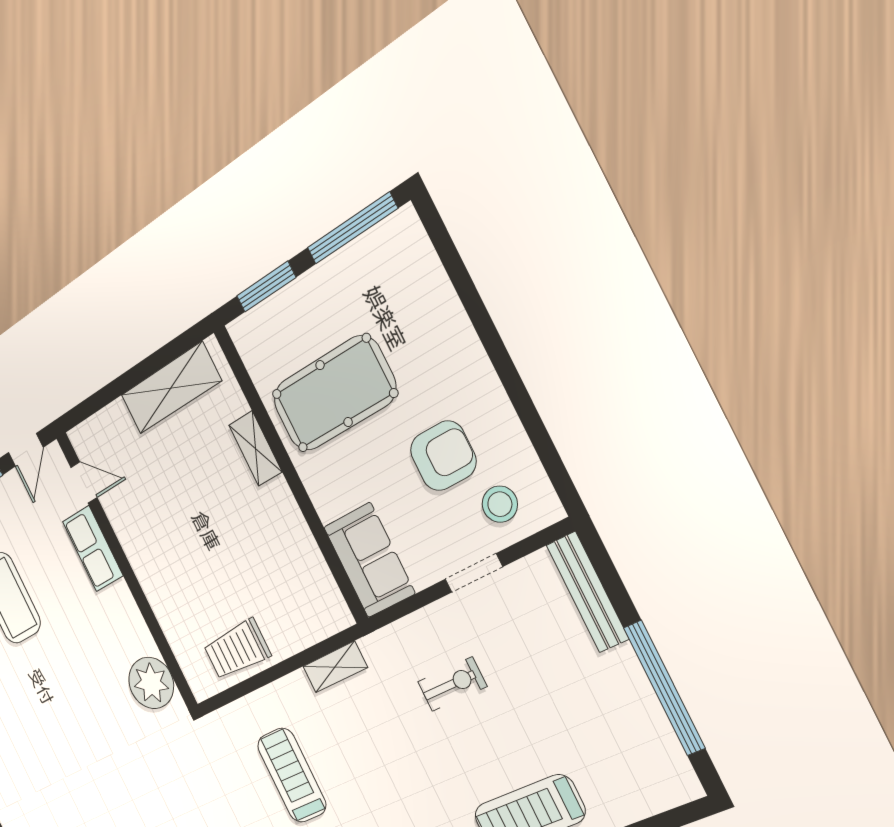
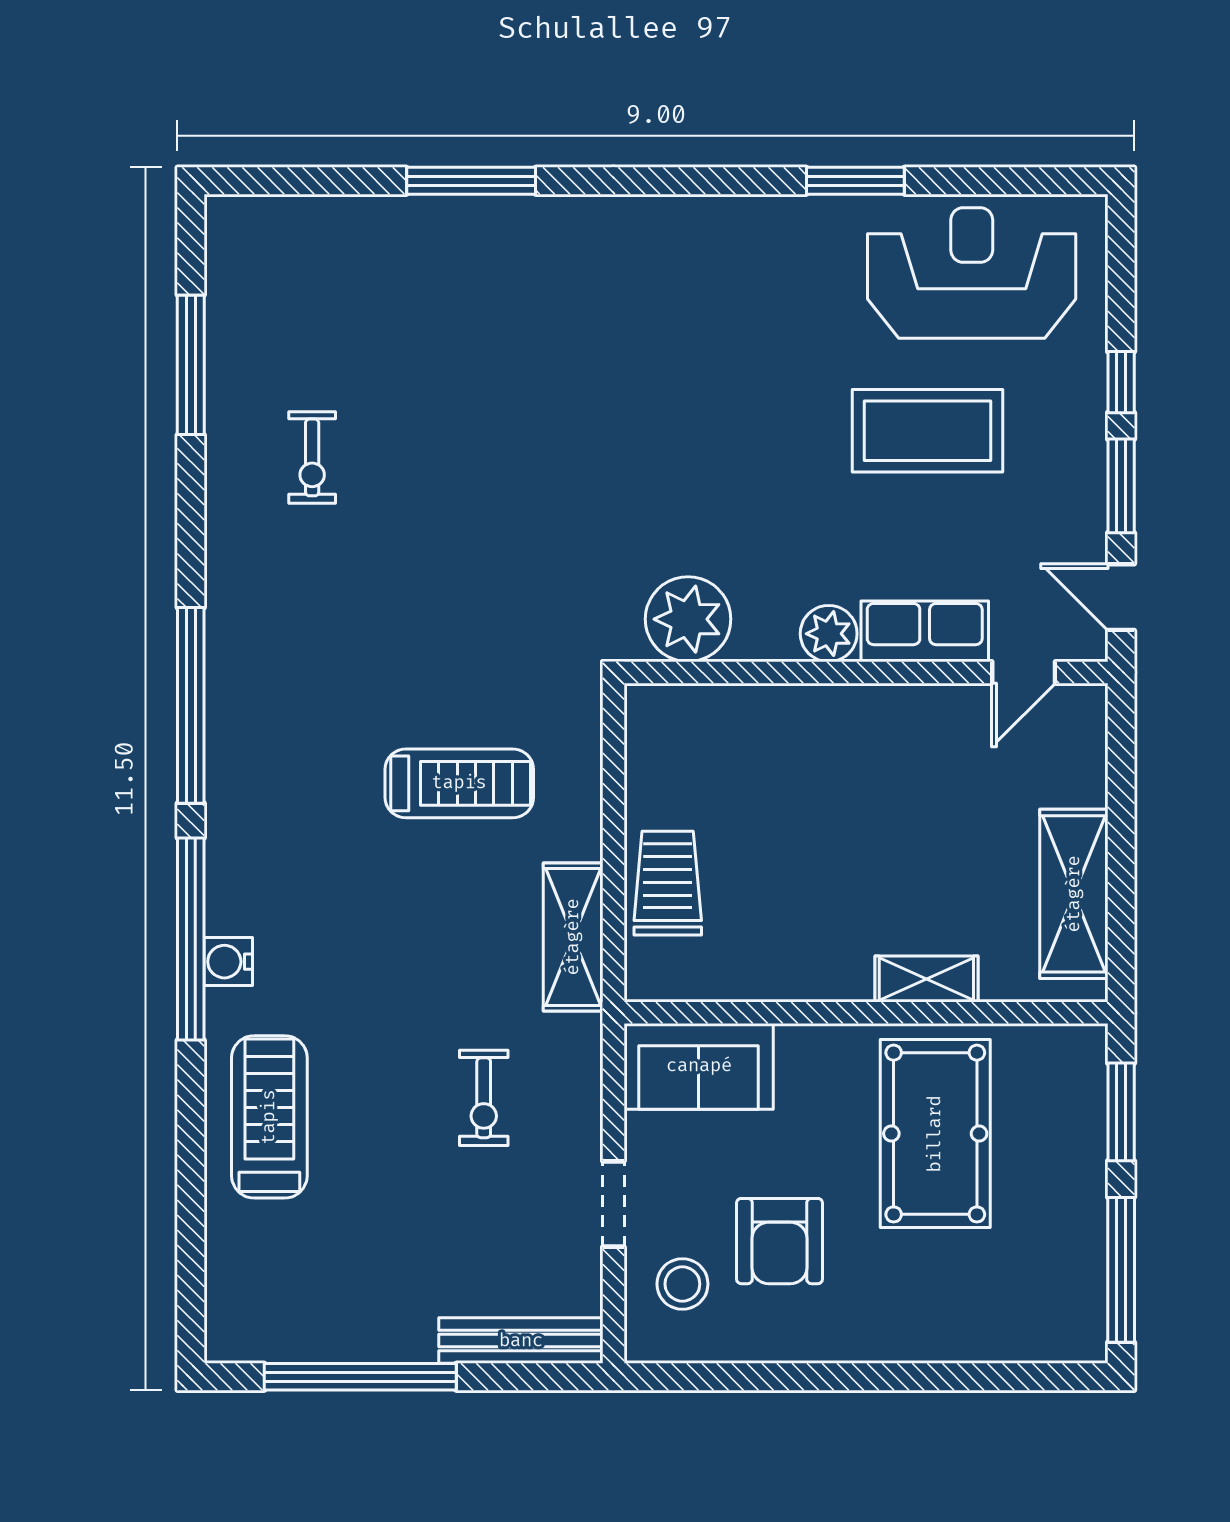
plant: (120, 601) -> (829, 634), added
trolley: (237, 649) -> (668, 883), moved
shelving: (335, 667) -> (573, 937), width x1.50, depth x1.33

